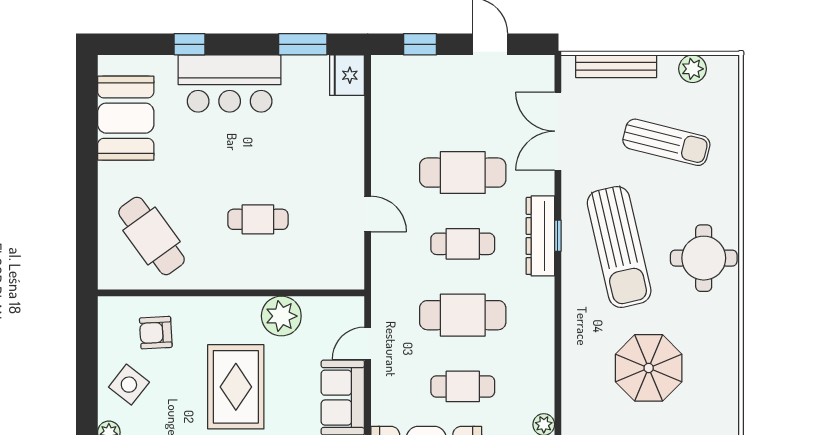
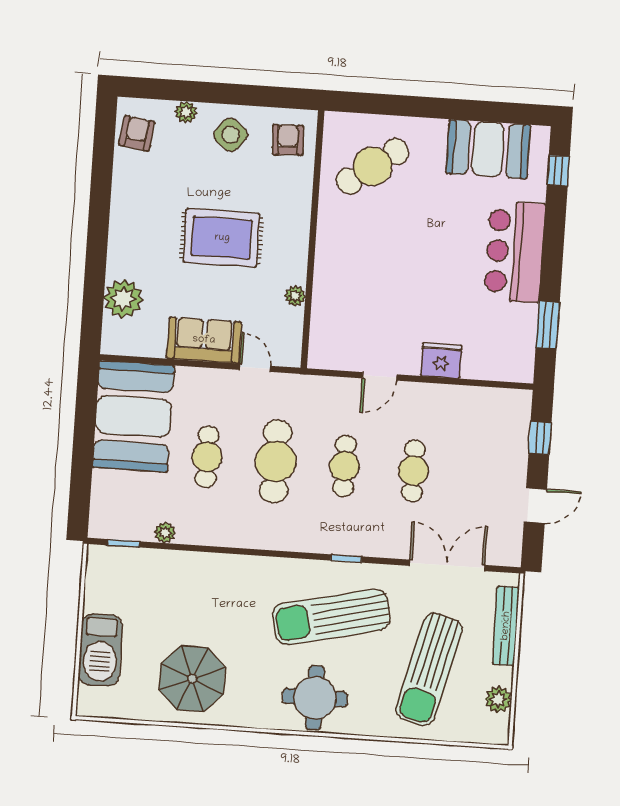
window: (189, 44) -> (558, 171), moved
fridge: (347, 75) -> (441, 361), moved
sun lounger: (666, 142) -> (429, 669), width x1.36, depth x1.34
cafe table: (463, 173) -> (413, 471), width x0.73, depth x0.74
cafe table: (258, 219) -> (382, 270), removed
dresser: (540, 236) -> (347, 542), removed
plant: (281, 316) -> (295, 296), width x0.53, depth x0.53
armchair: (156, 333) -> (288, 140), moved
parasol: (649, 368) -> (192, 679), moved

